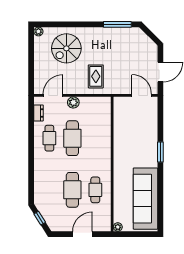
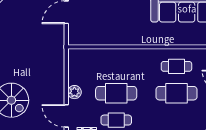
rug: (96, 76) -> (44, 66), removed

